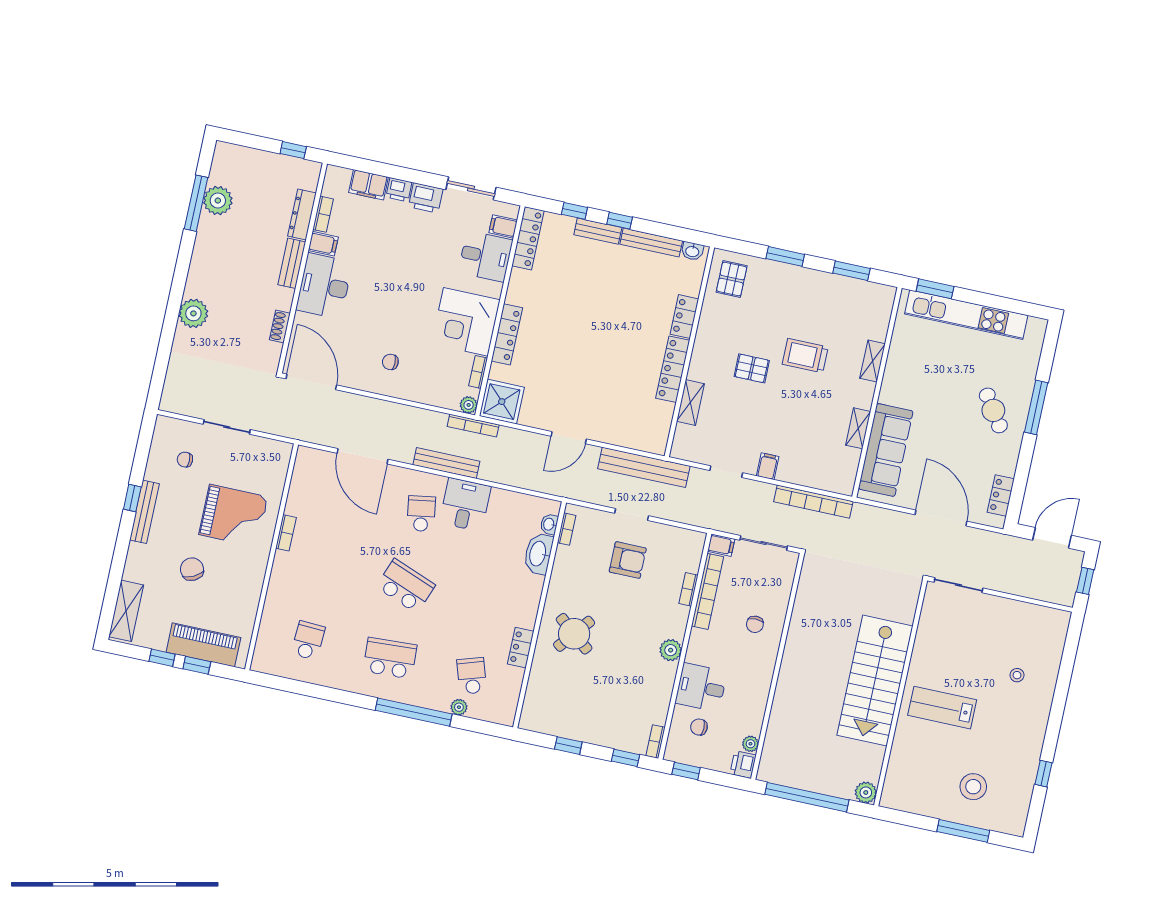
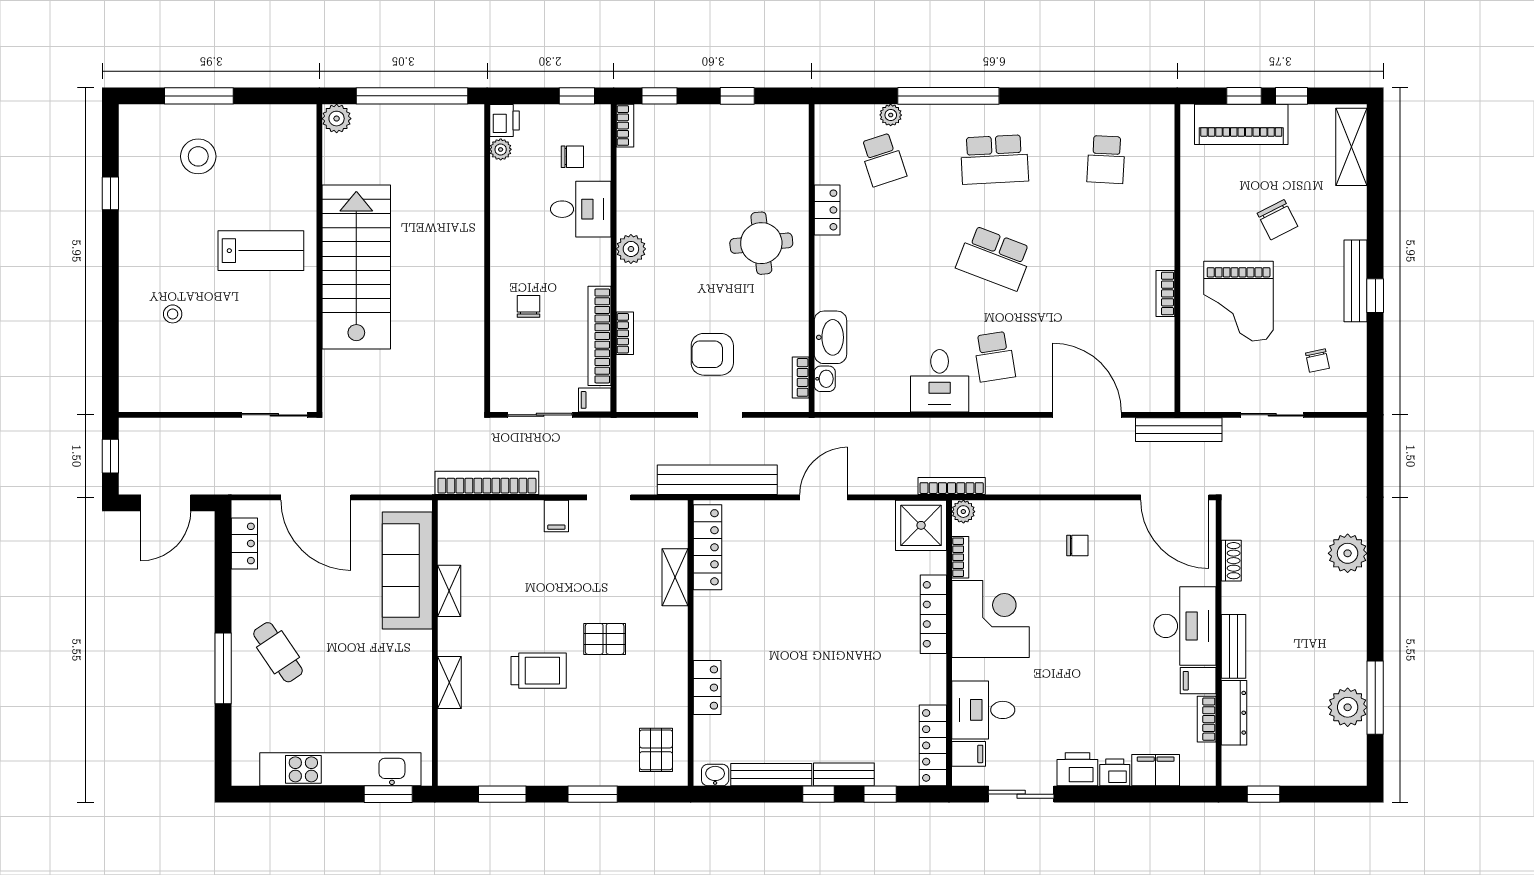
locker: (673, 369) -> (707, 547), moved
chair: (185, 460) -> (1317, 361), turned 78
bench: (446, 463) -> (1179, 430), moved
grand piano: (233, 516) -> (1239, 301), turned -90
round table: (574, 634) -> (761, 243), turned 45

